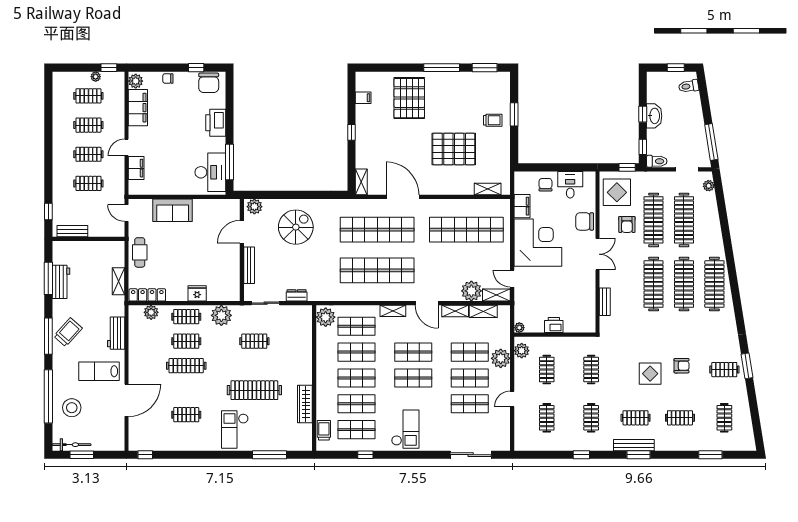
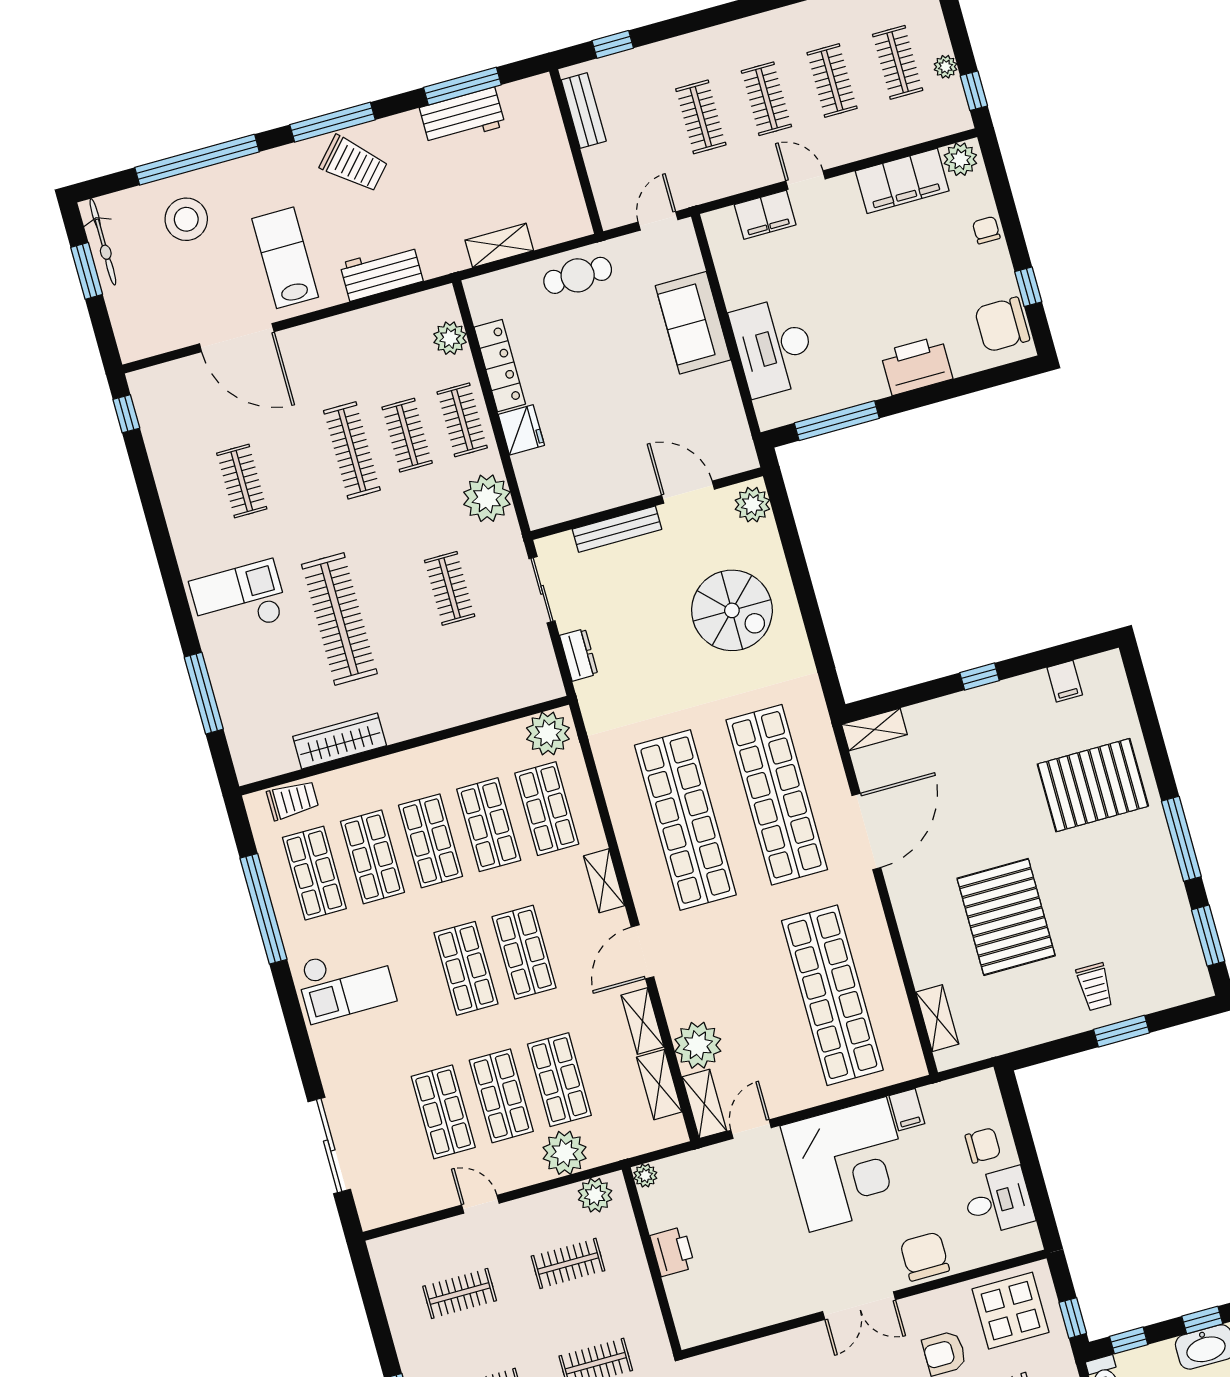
desk: (210, 172) -> (774, 347), moved, turned 90
filing cabinet: (522, 206) -> (907, 1110), width x0.50
locker: (147, 295) -> (500, 366), moved
bench: (605, 302) -> (757, 1352), removed
window: (365, 455) -> (264, 909), width x3.17

